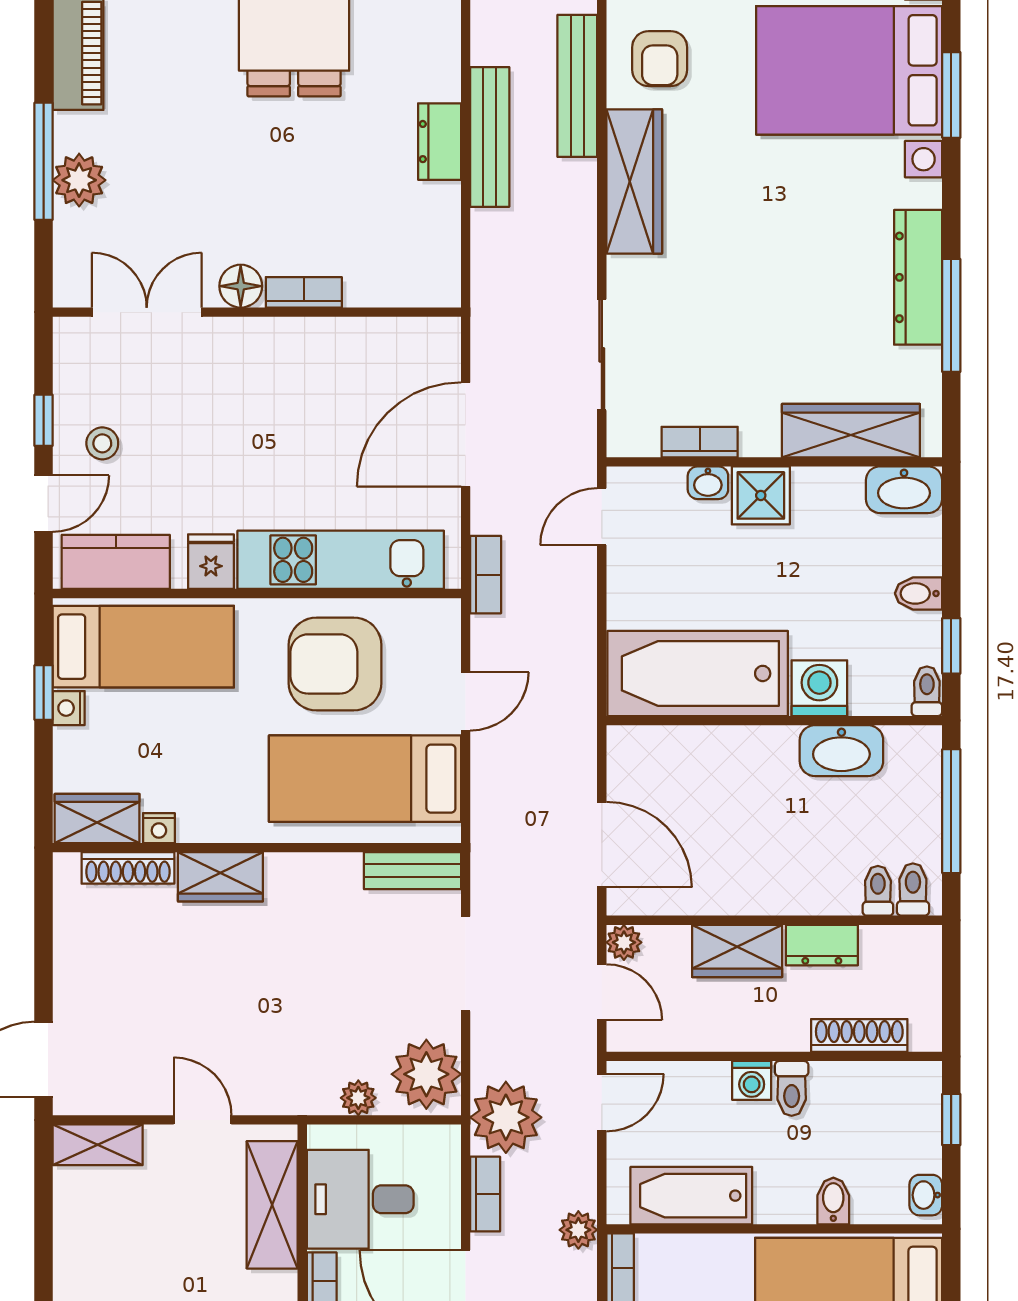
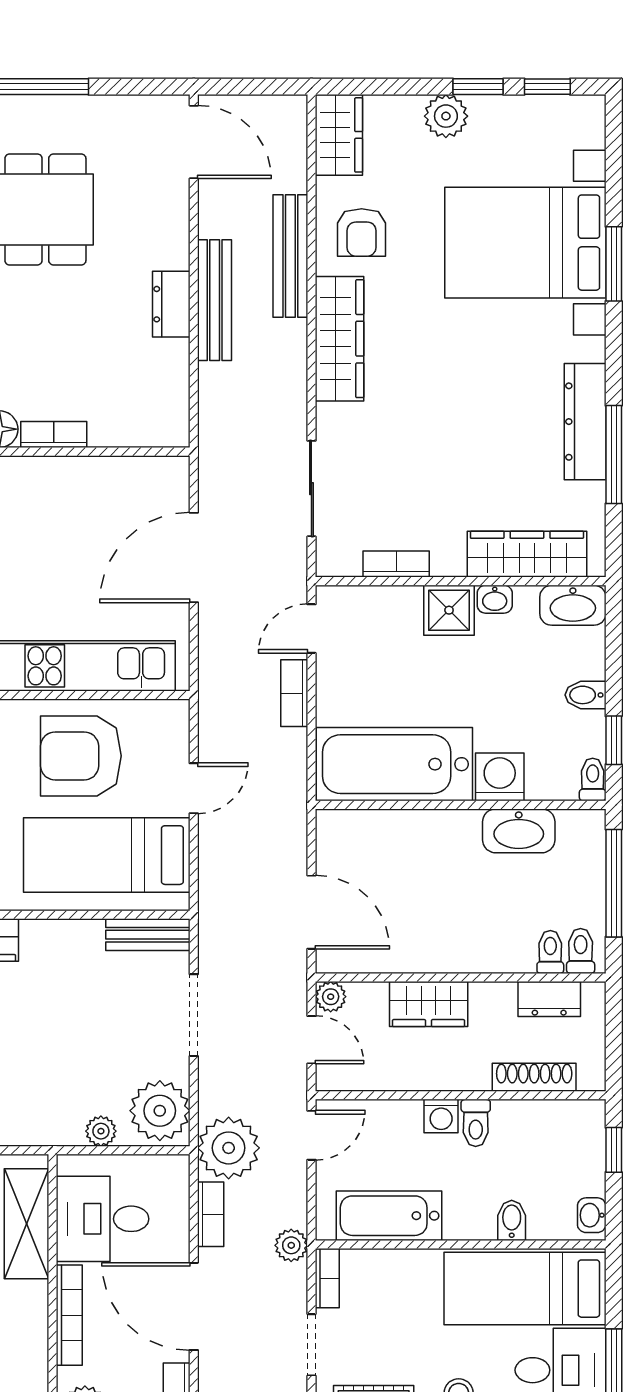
washbasin: (708, 483) -> (495, 599), moved
bookcase: (486, 575) -> (294, 693), moved, turned 180
dresser: (822, 945) -> (549, 999), moved

